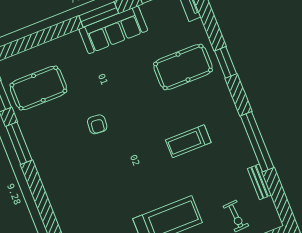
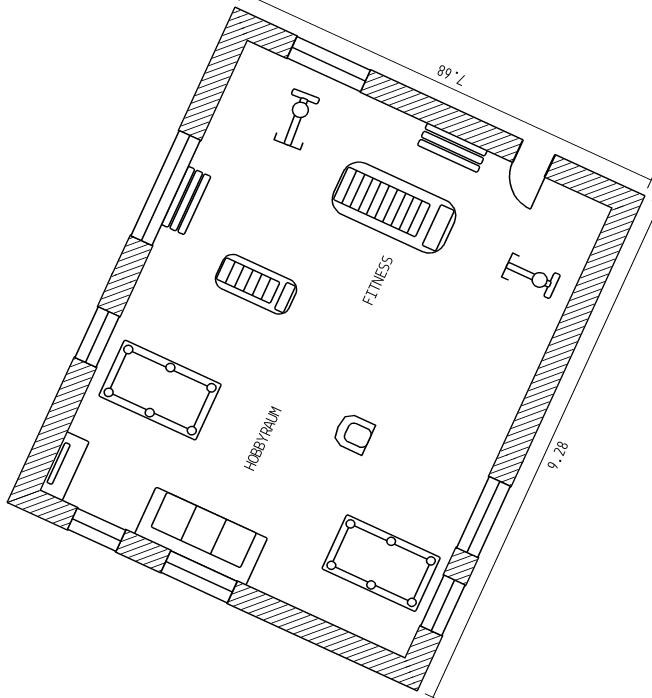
armchair: (97, 124) -> (354, 433), turned 85
treadmill: (188, 141) -> (256, 284), turned 180
bench: (259, 182) -> (186, 201), moved

